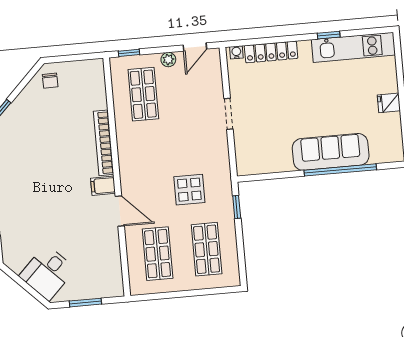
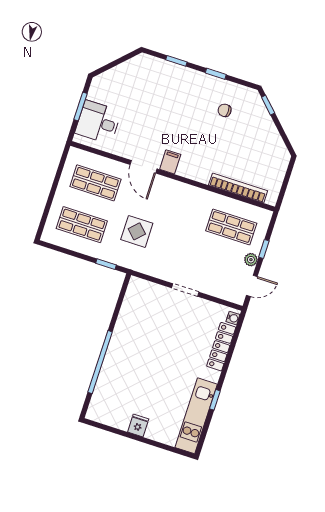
door: (195, 47) -> (252, 286), swing flipped
window: (129, 53) -> (264, 249), moved
chair: (50, 81) -> (225, 110), moved
bookcase: (104, 143) -> (238, 188), moved
sofa: (331, 152) -> (118, 361), removed
door: (120, 211) -> (144, 167), hinge flipped
desk: (47, 273) -> (98, 122), moved, turned -45

